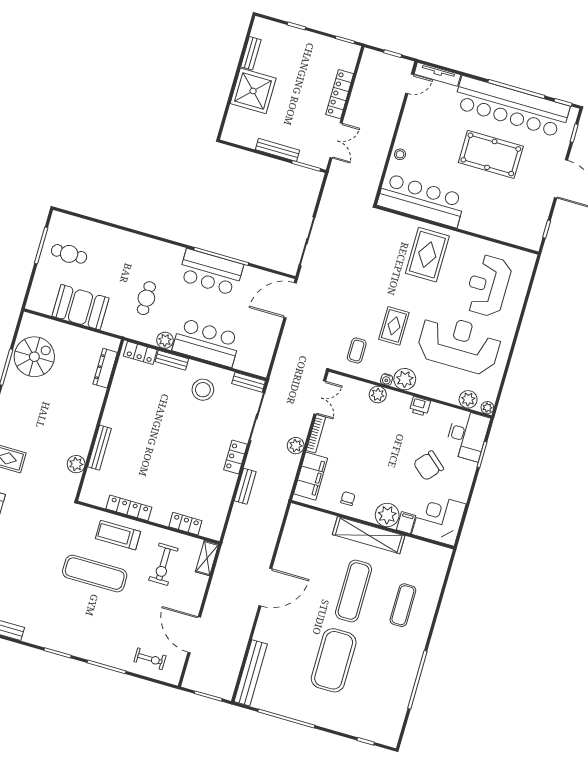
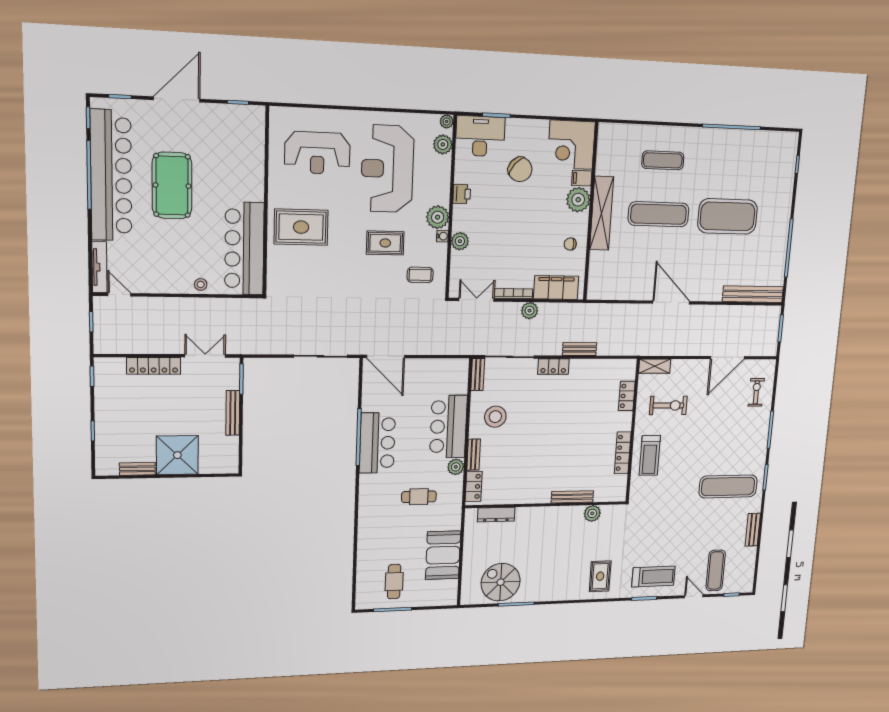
exercise mat: (95, 574) -> (728, 486), moved, turned 90

